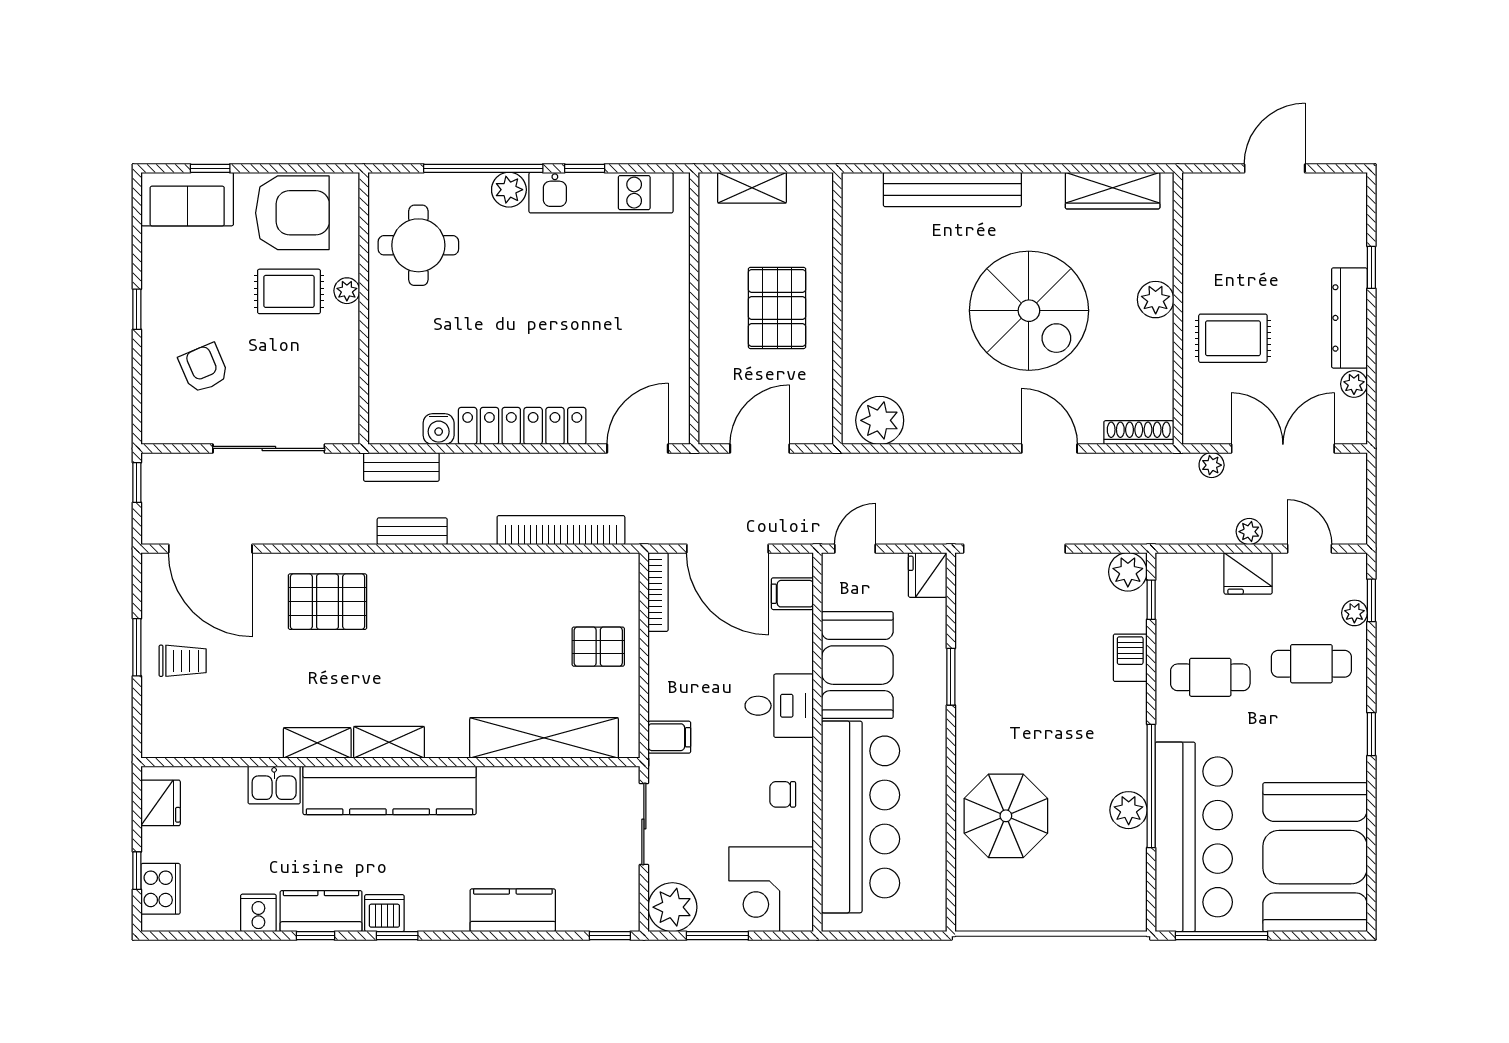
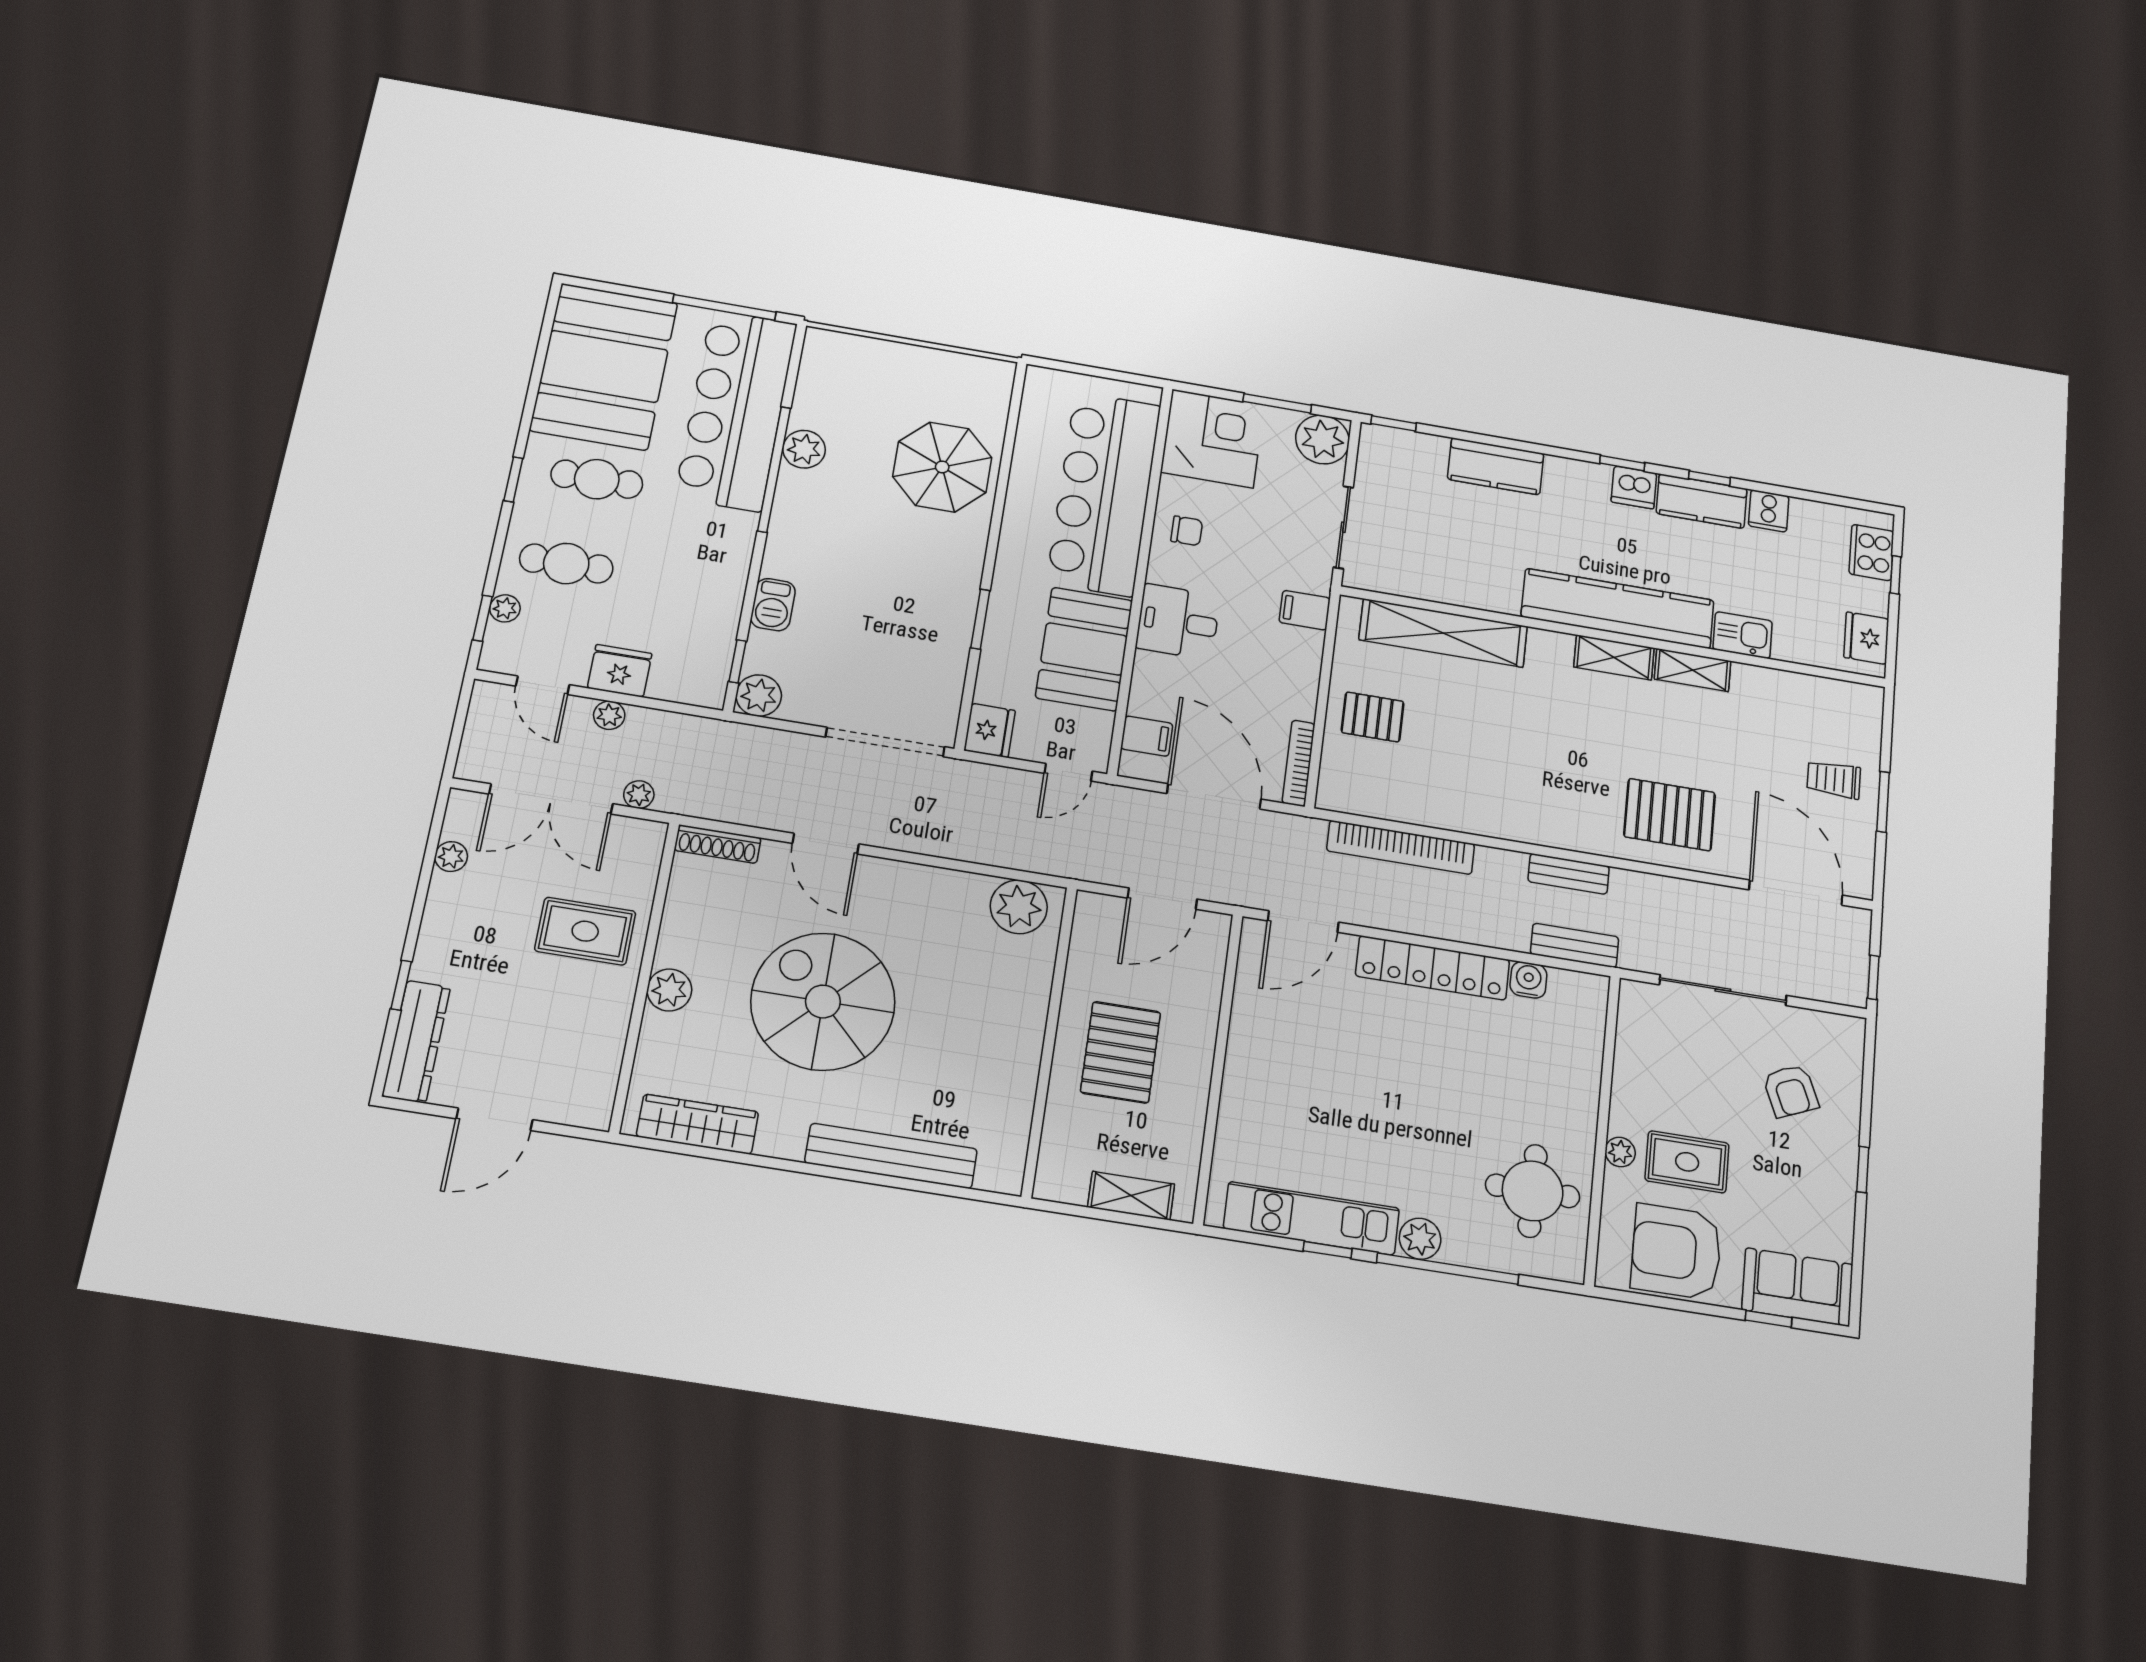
dresser: (1349, 318) -> (416, 1042), moved
cafe table: (1210, 677) -> (597, 479), moved

